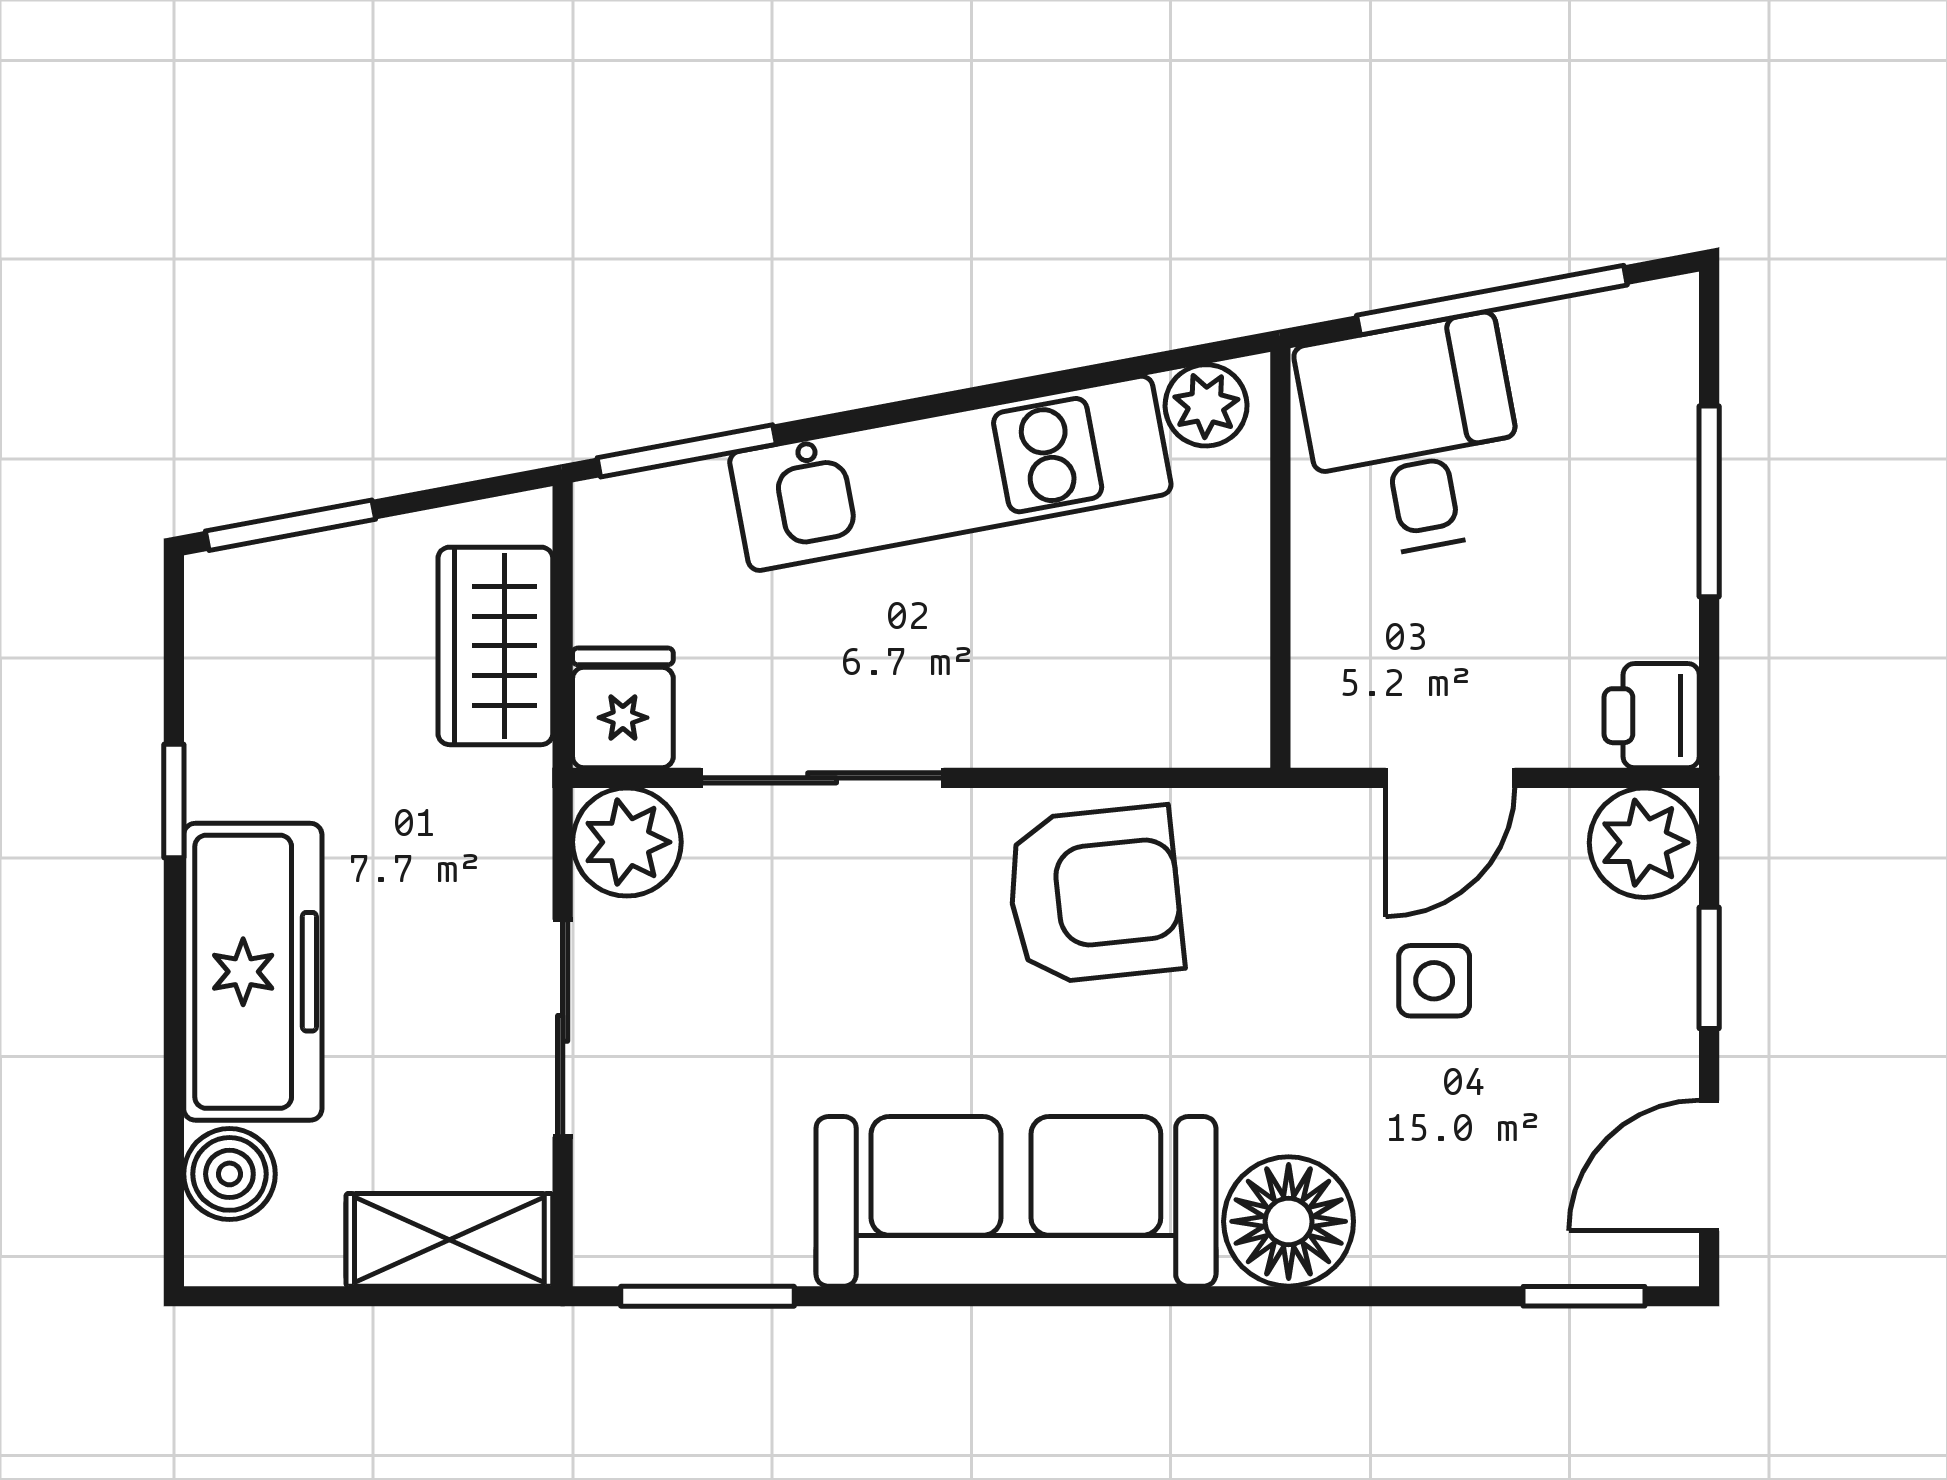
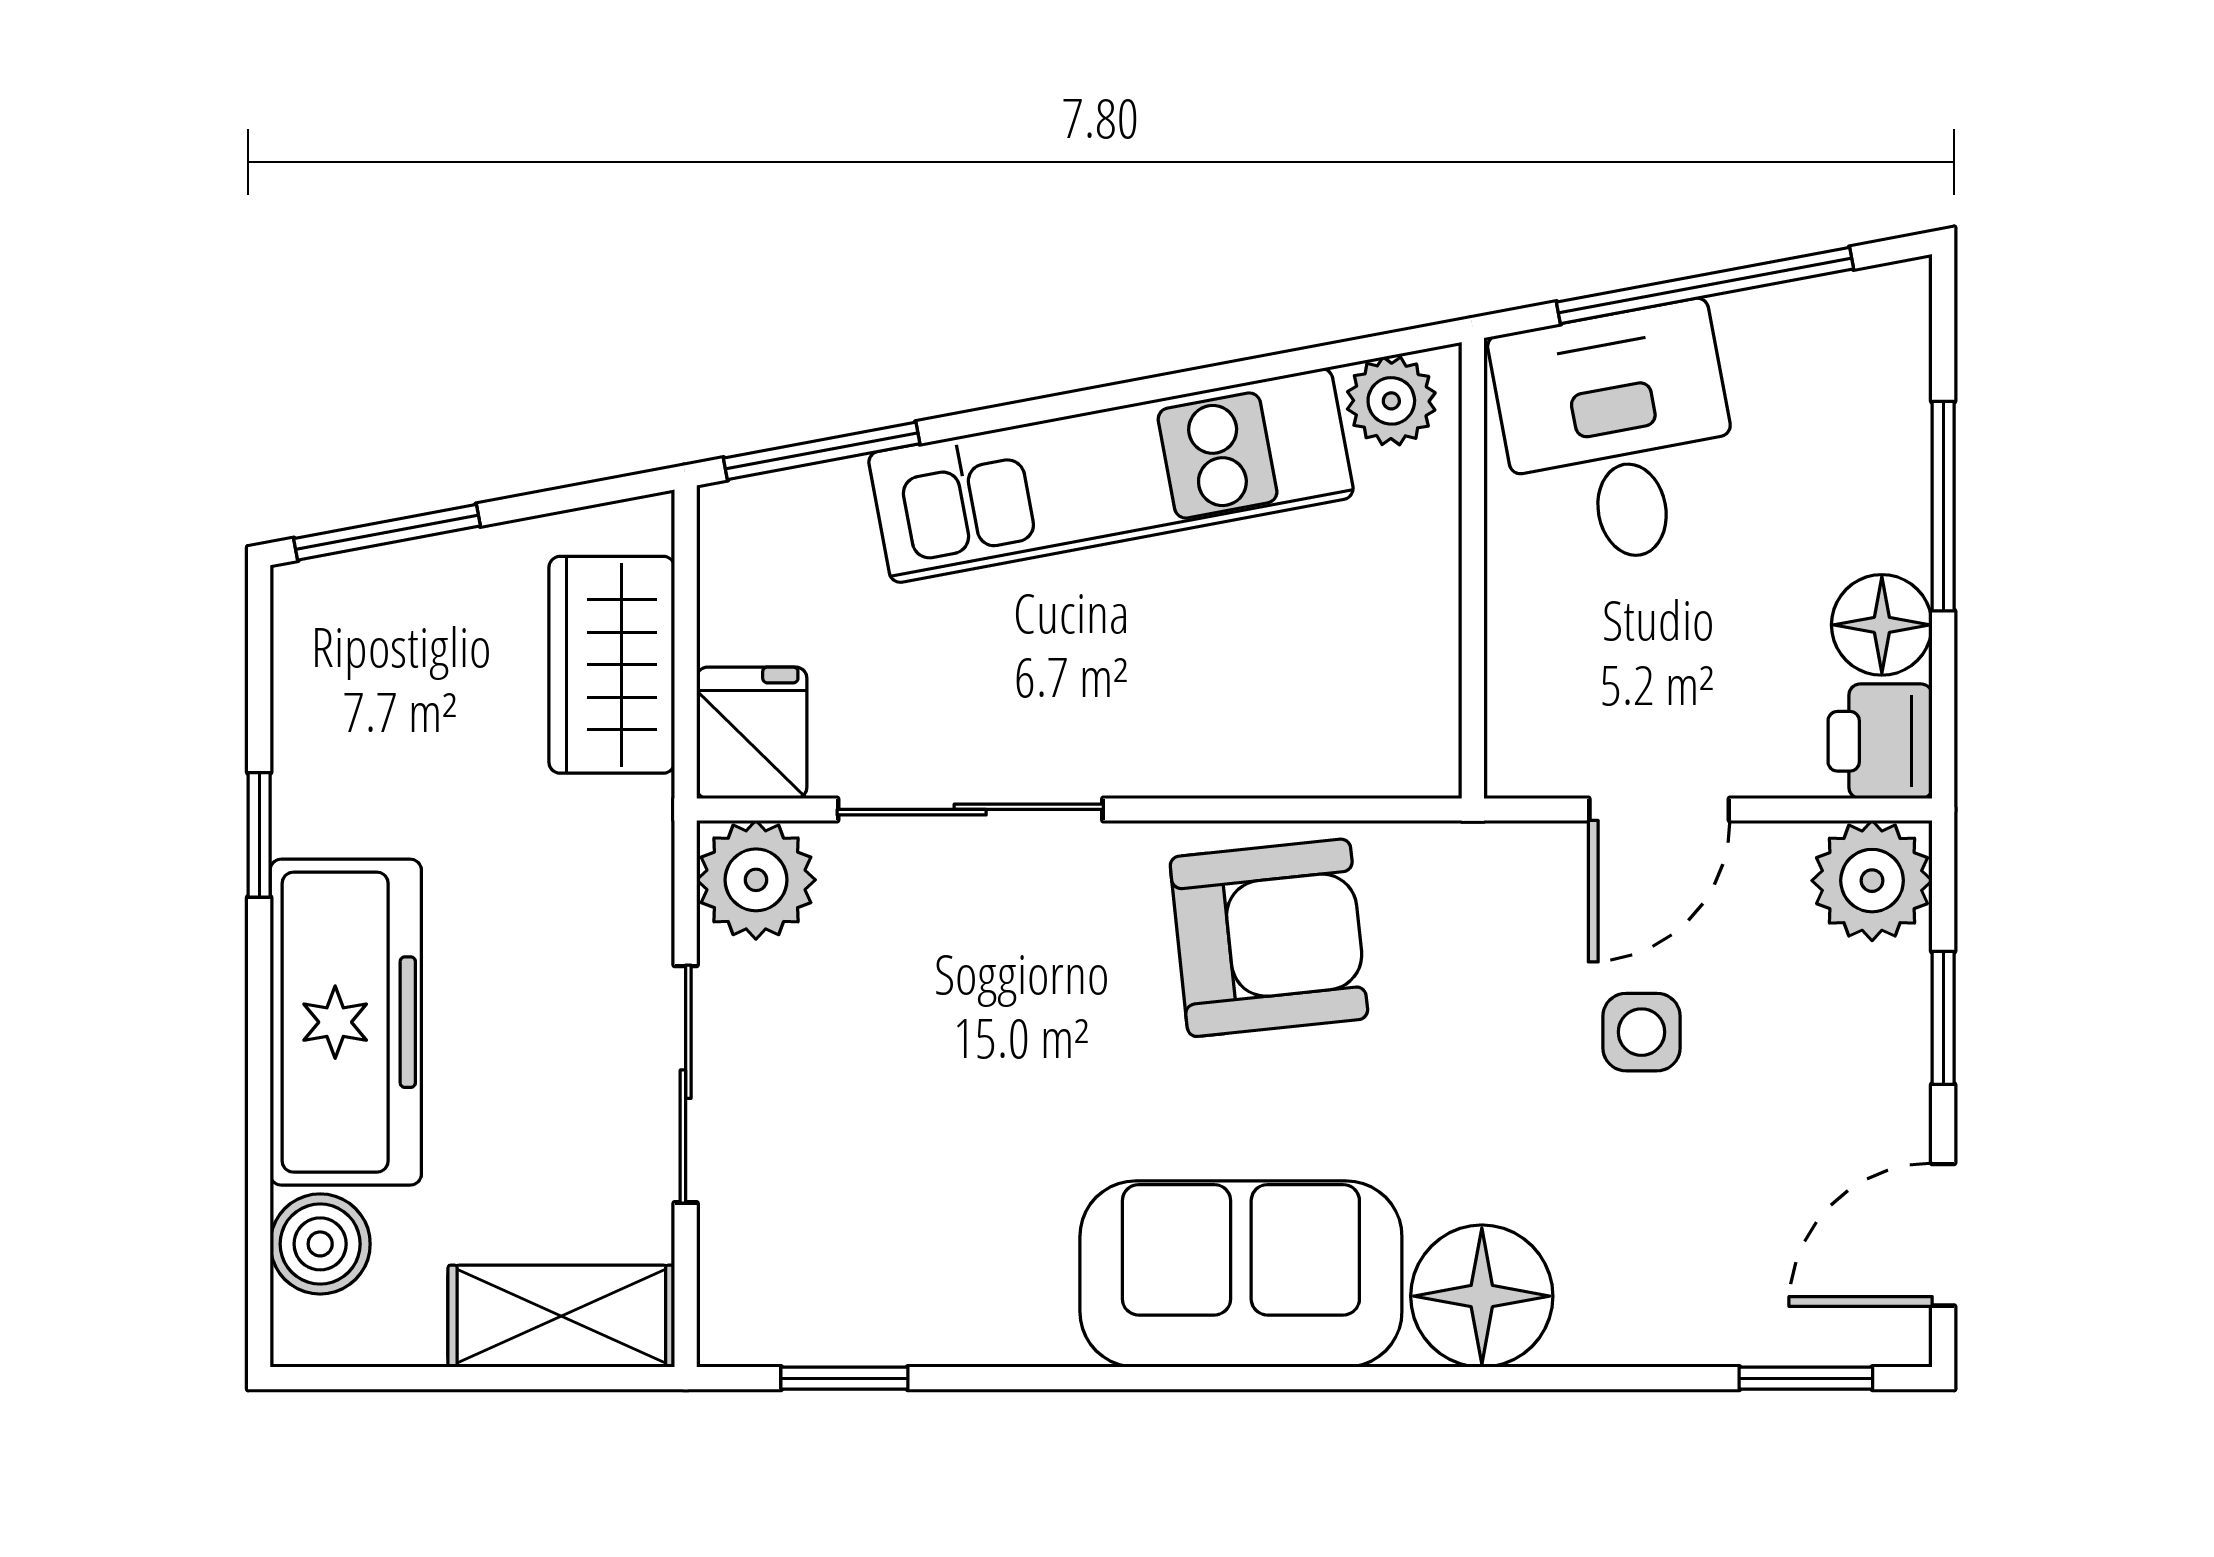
floor lamp: (1653, 610) -> (1882, 625), added
sofa: (1016, 1201) -> (1241, 1274), width x0.73
window: (707, 1296) -> (844, 1378), width x0.67

